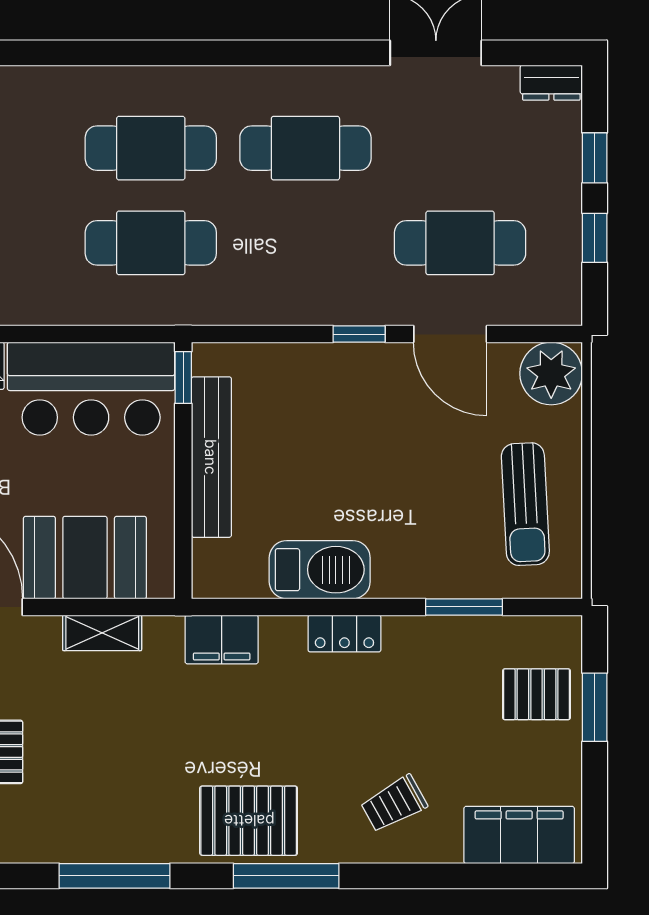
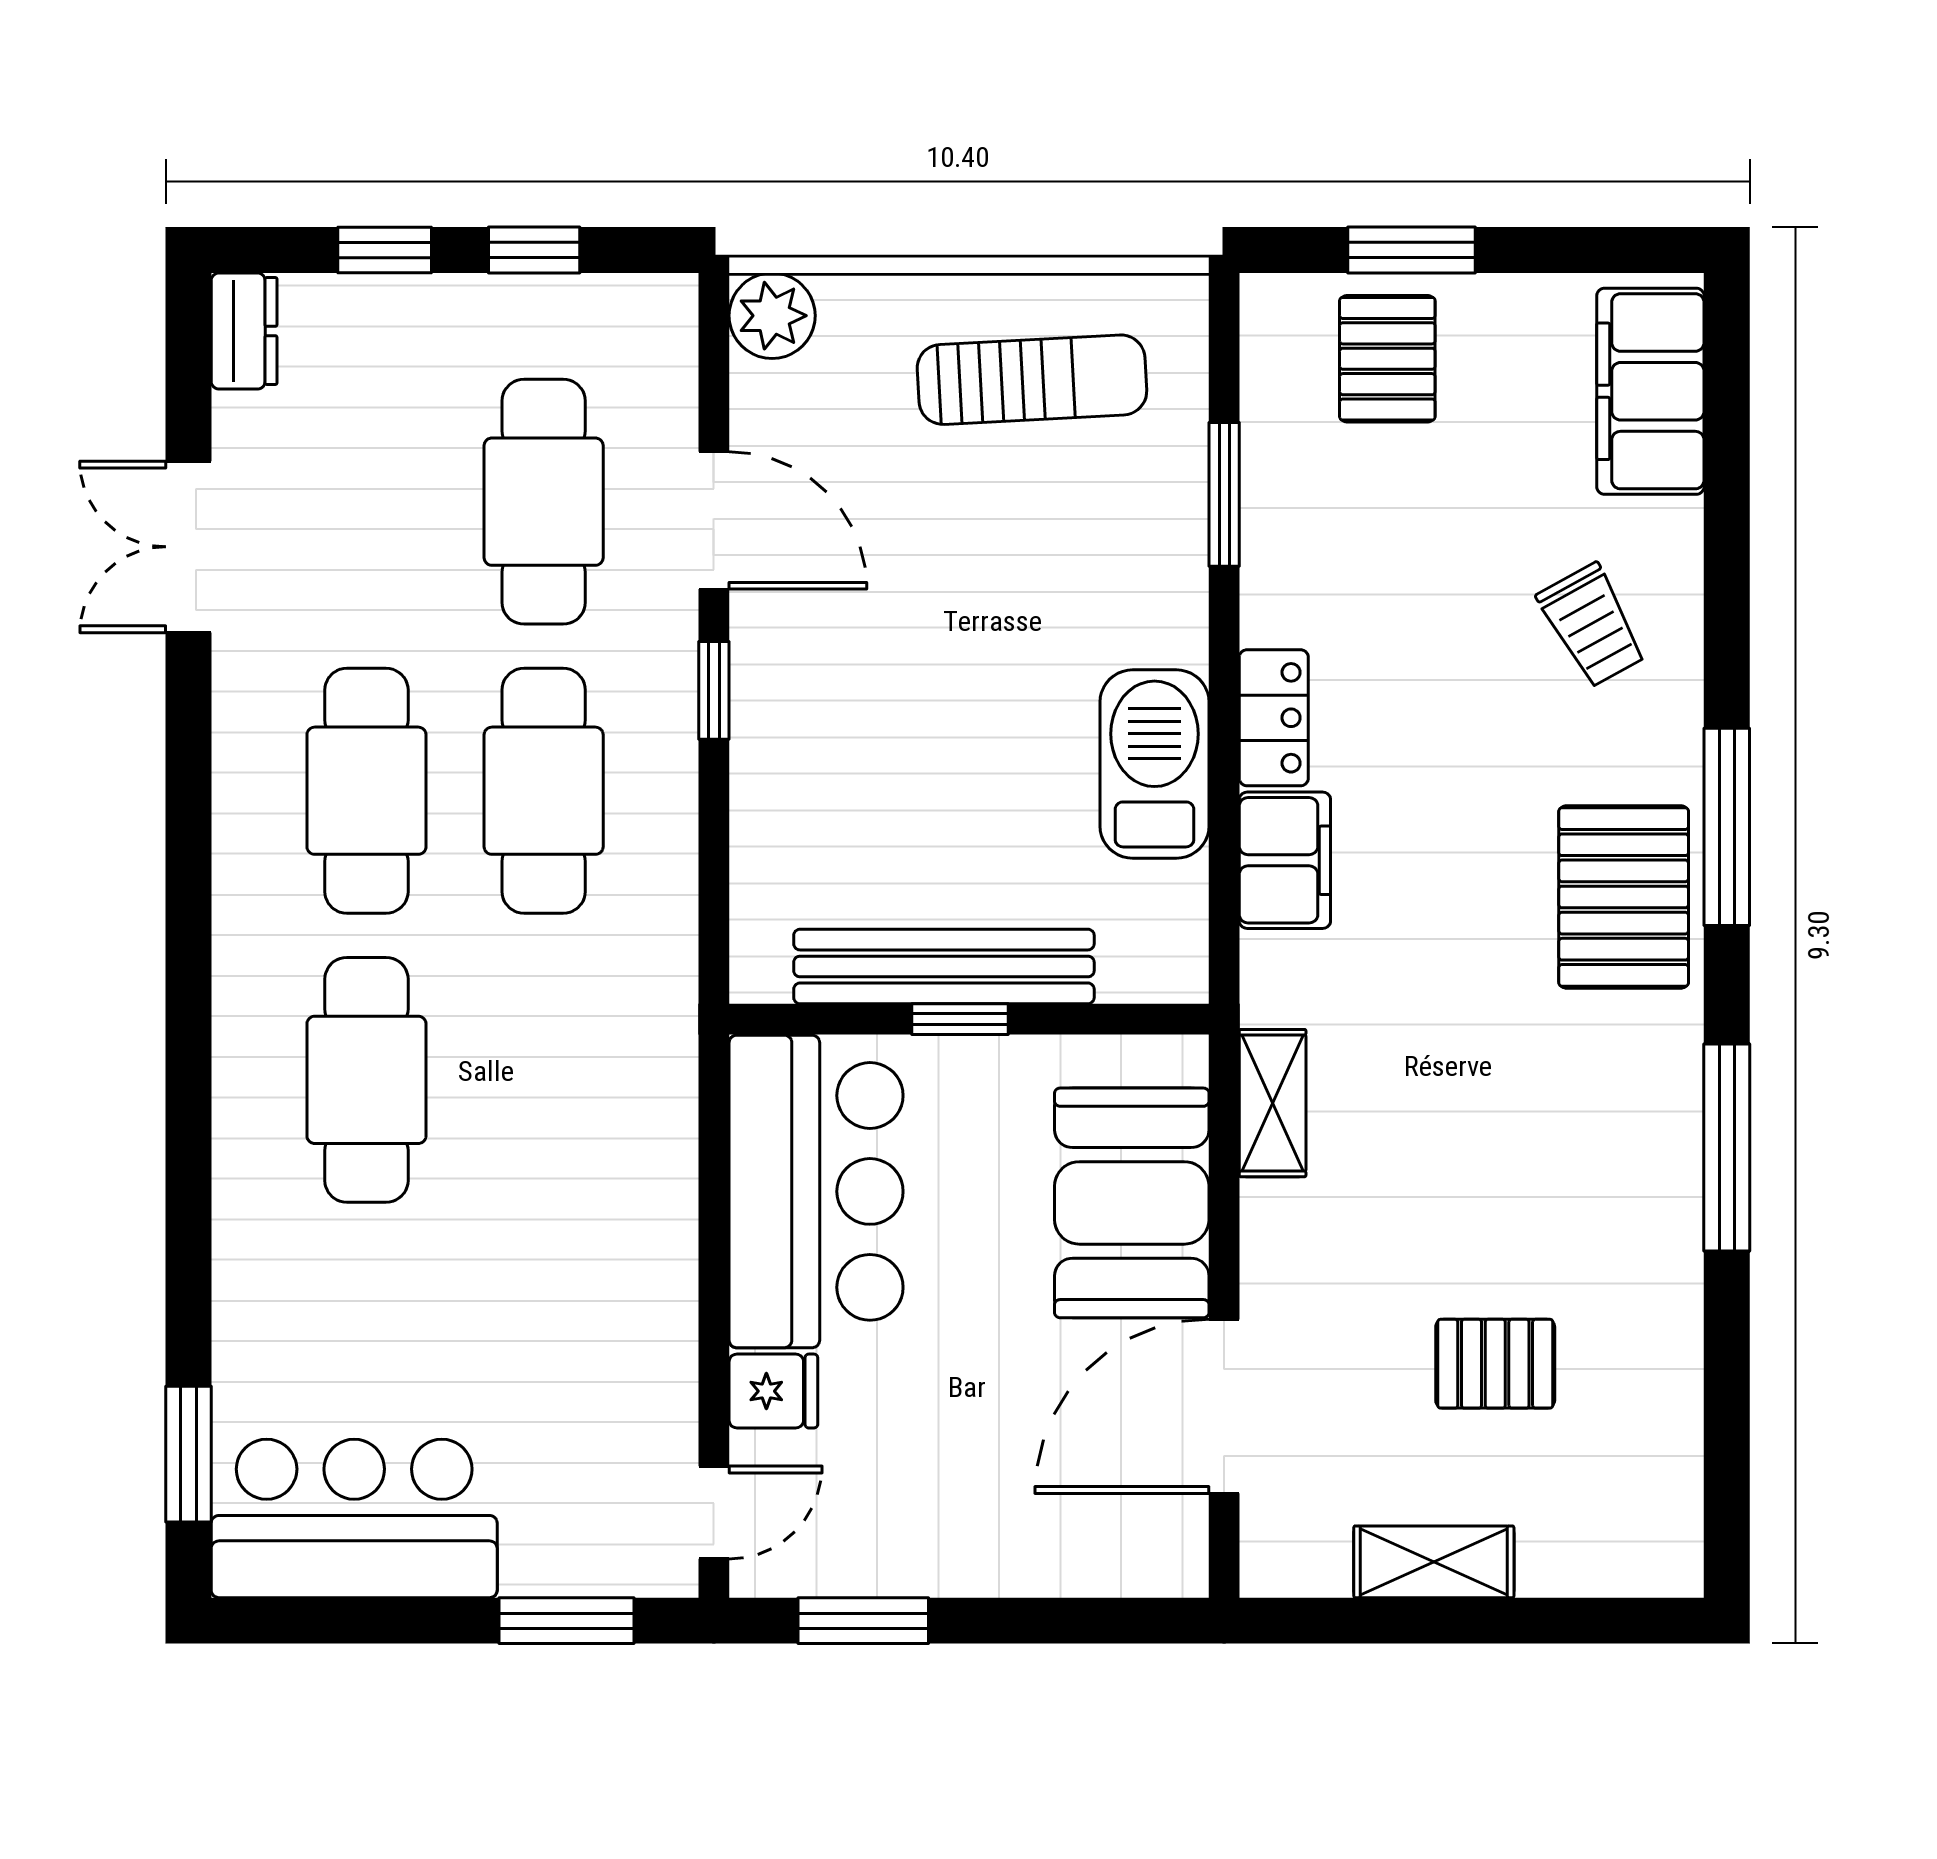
cafe table: (151, 243) -> (544, 791), moved
door: (450, 334) -> (714, 520), hinge flipped
plant: (551, 373) -> (772, 316), width x0.73, depth x0.73
window: (183, 377) -> (960, 1019), moved
shelving: (102, 633) -> (1273, 1103), moved
filing cabinet: (222, 639) -> (1285, 860), moved

